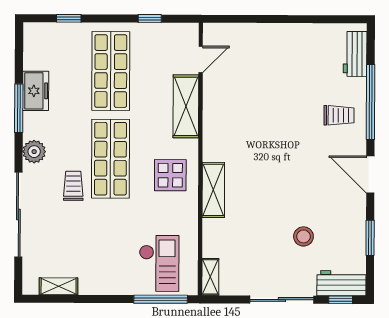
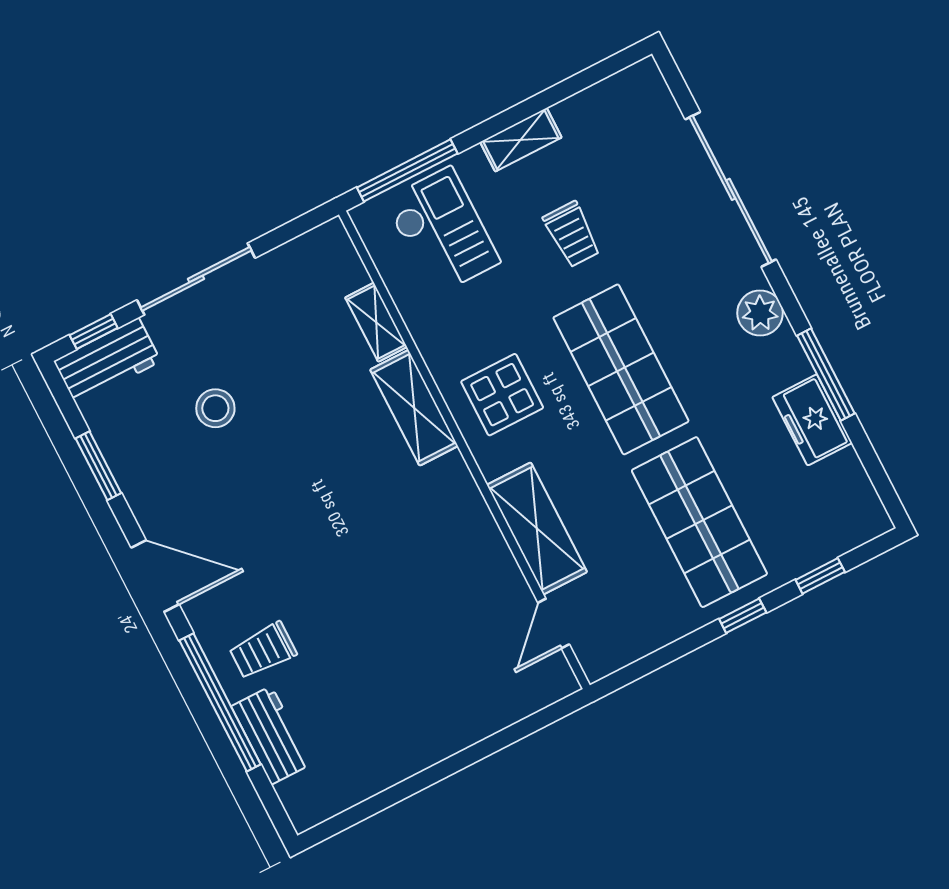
window: (150, 19) -> (743, 616), moved
workbench: (355, 54) -> (271, 735), moved
trolley: (73, 186) -> (572, 234), moved
checkout: (159, 263) -> (442, 231), turned 180
shelving: (210, 277) -> (376, 322), moved
shelving: (59, 286) -> (521, 140), moved

